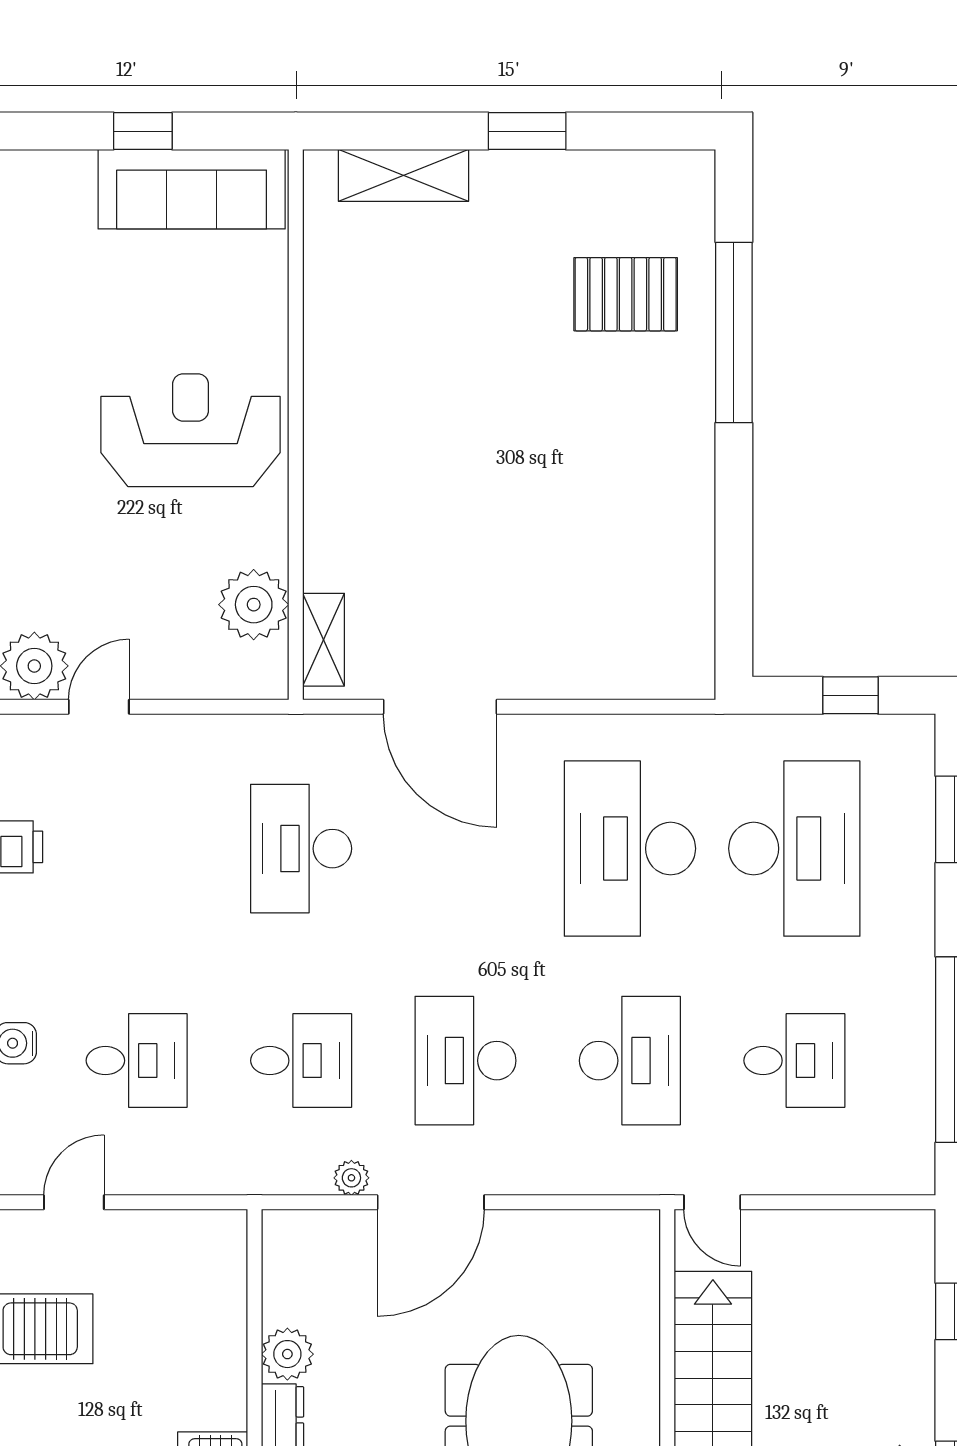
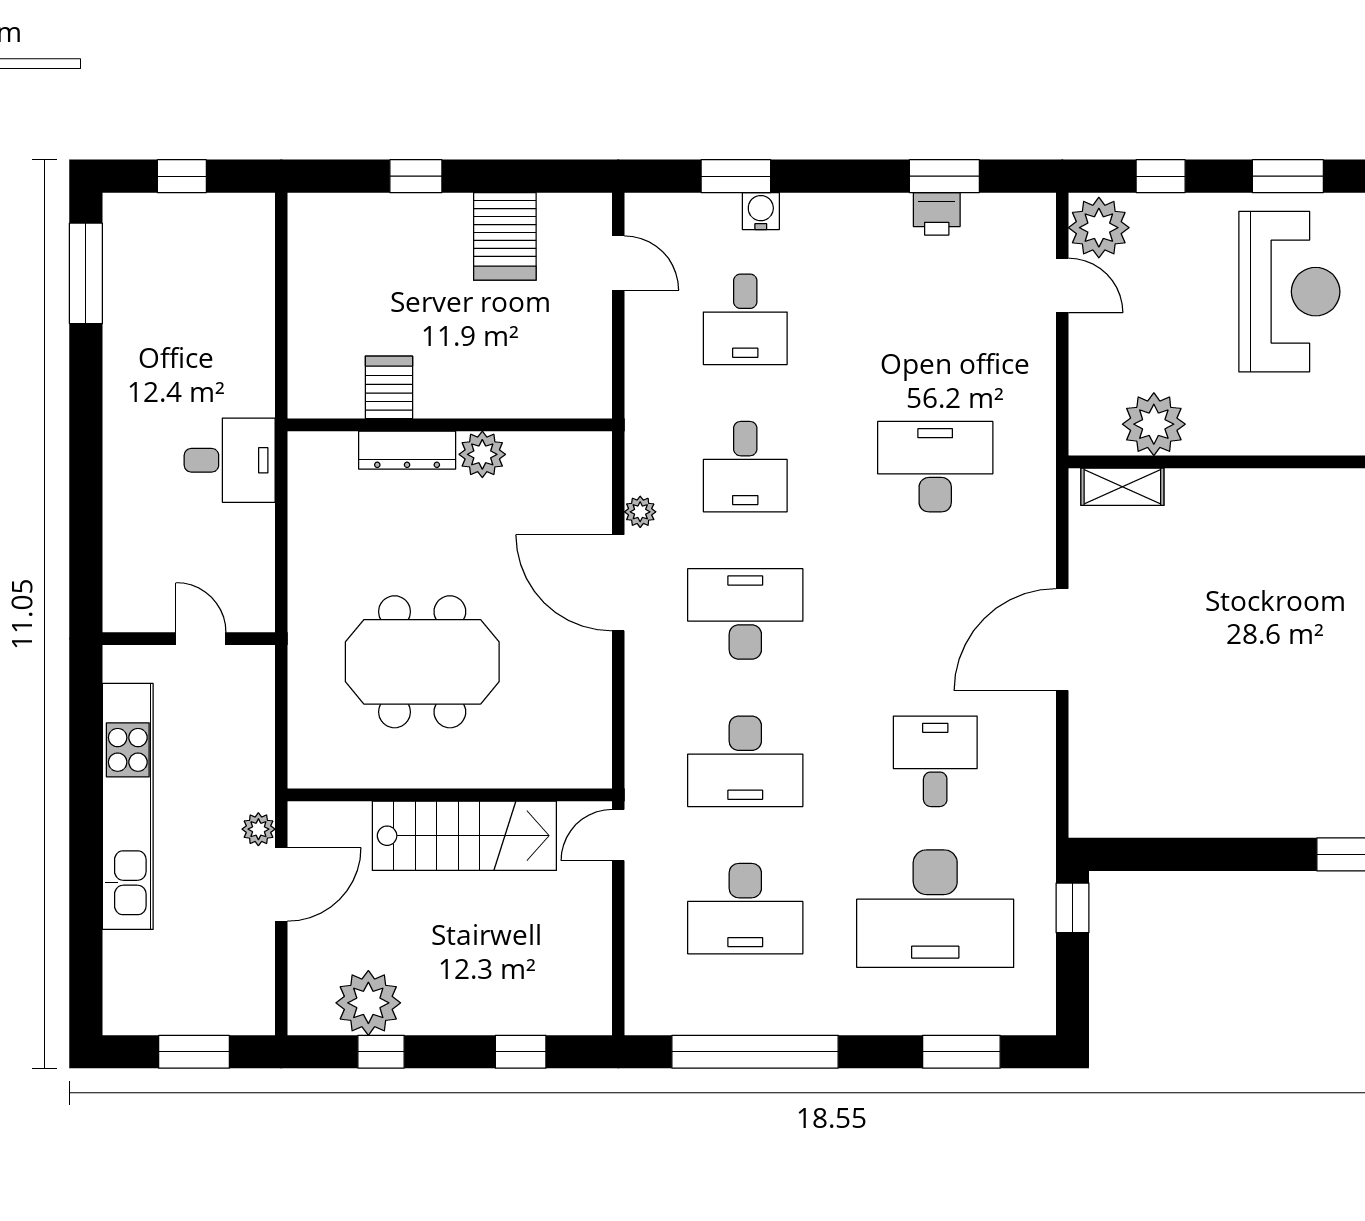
reception desk: (191, 430) -> (1289, 292), moved
window: (851, 695) -> (1072, 908), moved
door: (440, 707) -> (1062, 640), moved
desk: (630, 849) -> (935, 761), width x0.53, depth x0.77
desk: (794, 1061) -> (745, 909), width x1.37

